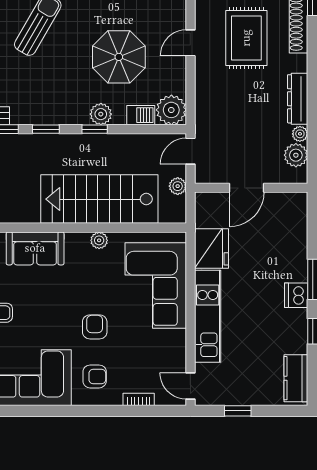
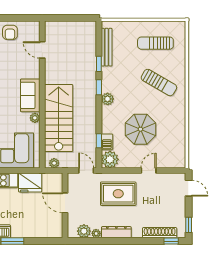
rug: (246, 38) -> (118, 194), moved
door: (190, 43) -> (149, 170), hinge flipped
plant: (101, 114) -> (108, 99), moved
window: (95, 129) -> (99, 141), moved
plant: (178, 186) -> (54, 163), moved
sofa: (35, 248) -> (30, 95), moved

